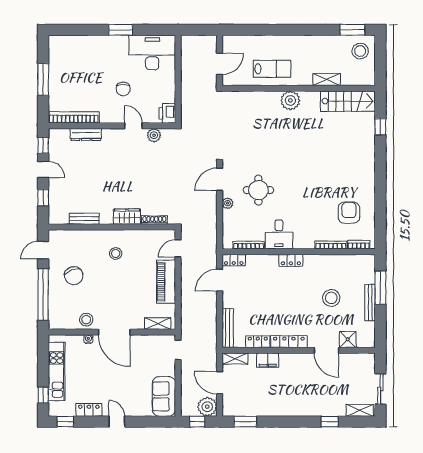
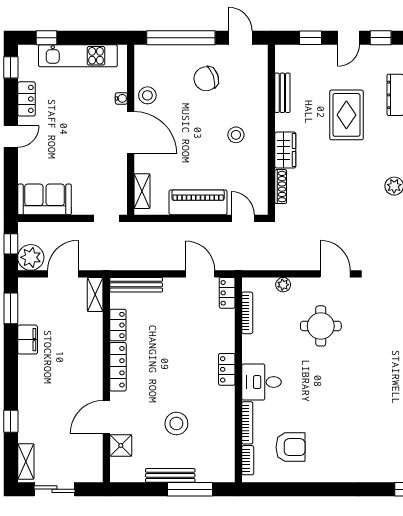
rug: (101, 171) -> (346, 115), added
plant: (228, 203) -> (283, 285), moved
desk: (279, 234) -> (261, 382), moved
door: (114, 332) -> (131, 133), swing flipped
filing cabinet: (268, 360) -> (28, 340), moved, turned 180

